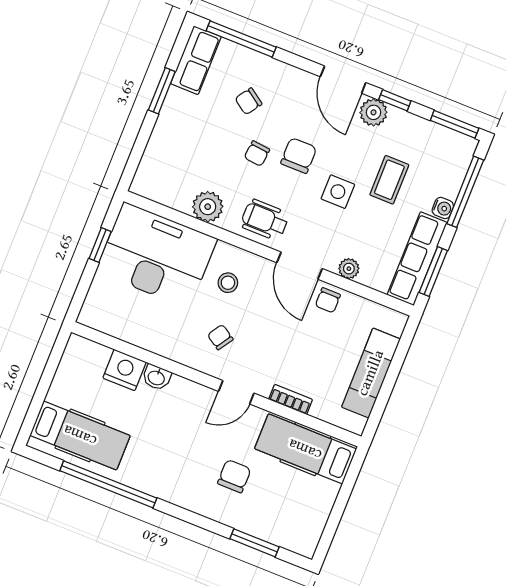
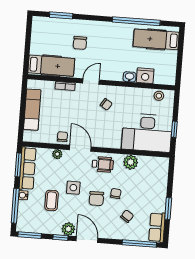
stool: (228, 283) -> (159, 96), moved

